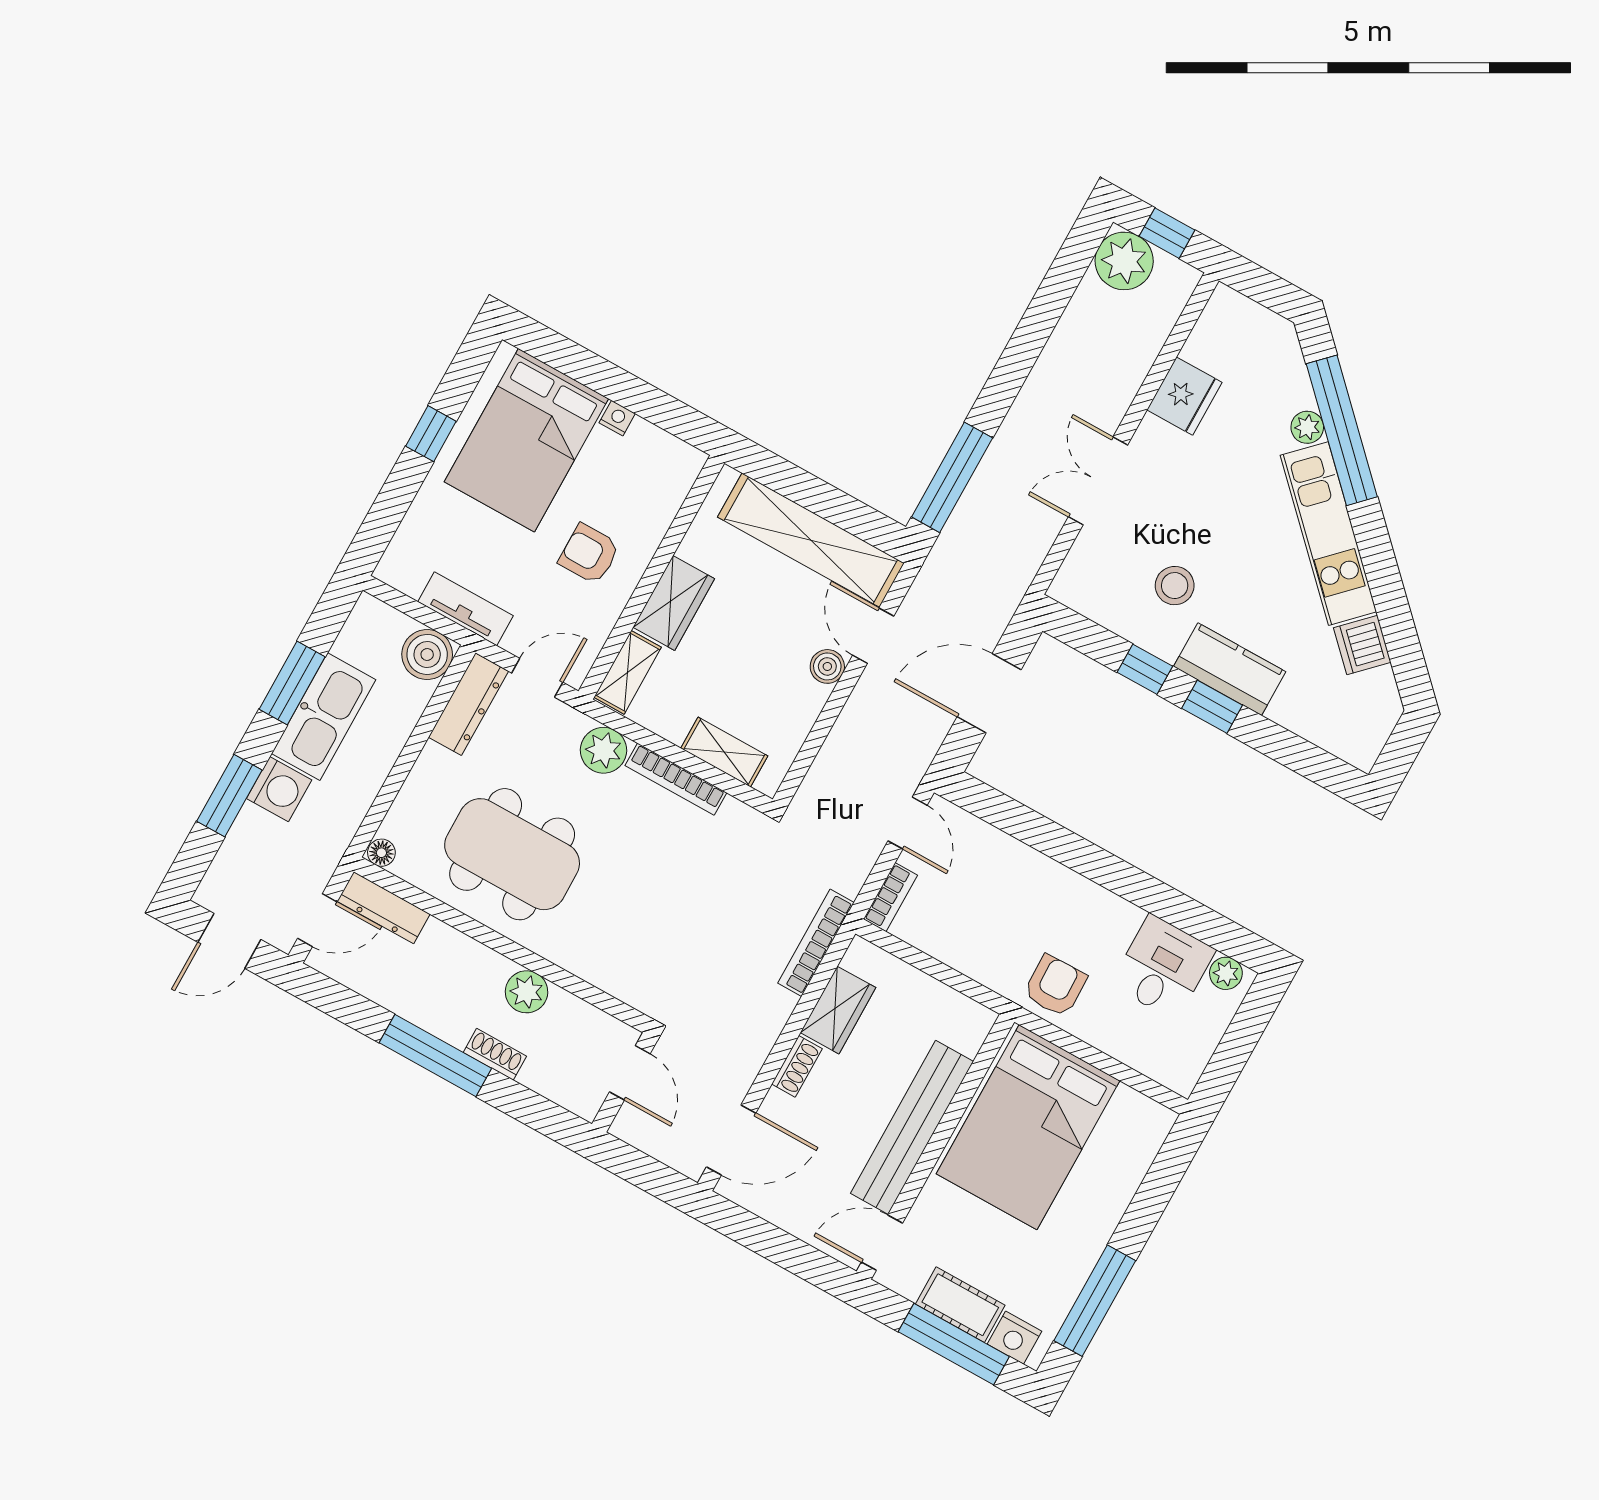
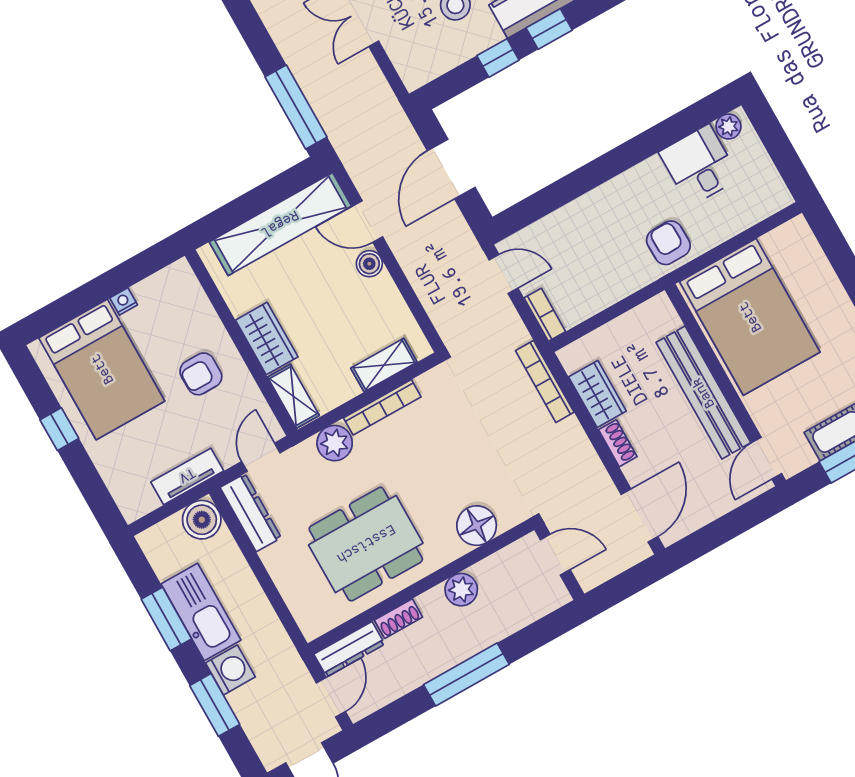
floor lamp: (381, 853) -> (477, 526), moved, width x1.89, depth x1.89
shoe rack: (495, 1054) -> (398, 619), moved, turned 180

